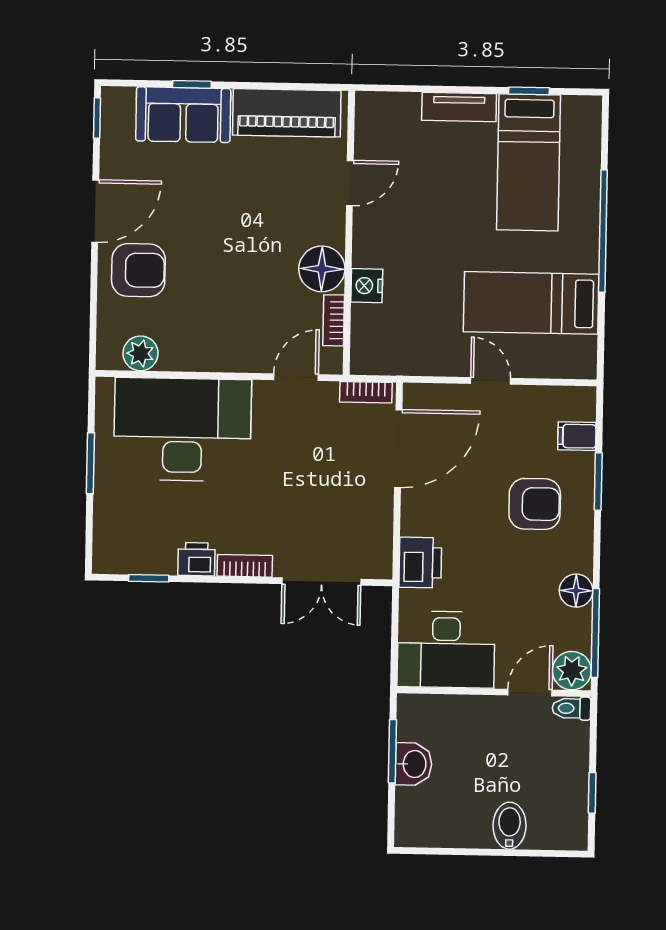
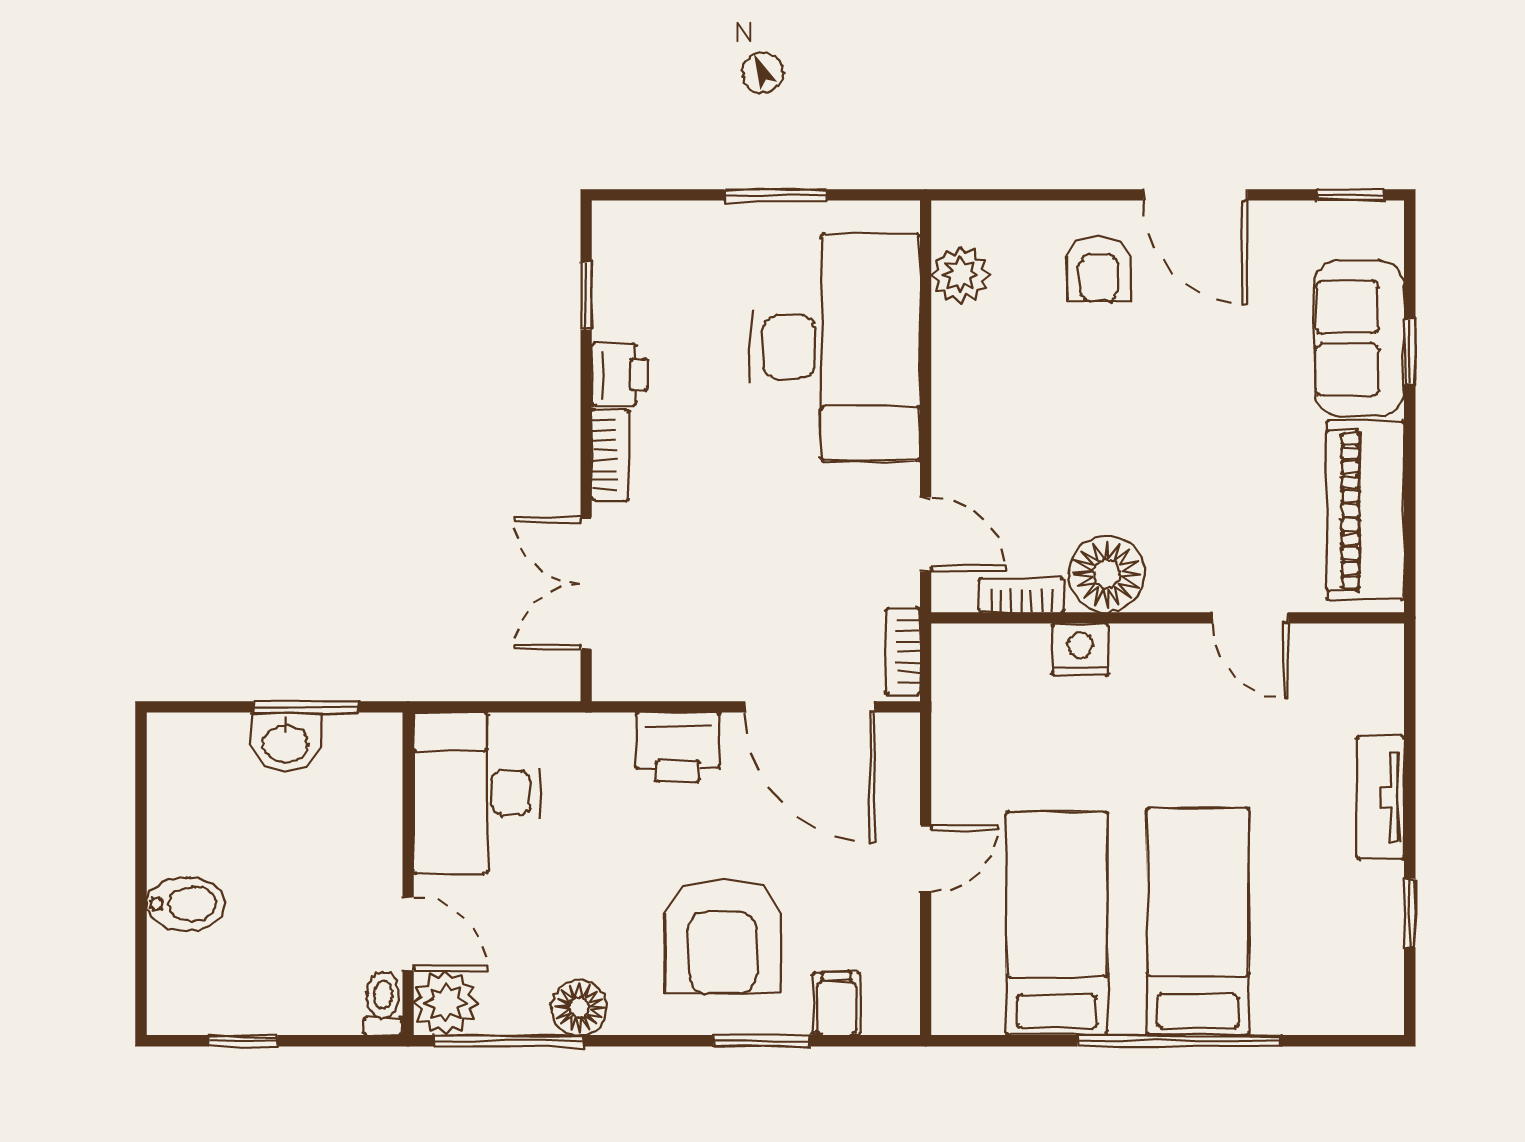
bed: (529, 162) -> (1198, 922), moved, turned 90
armchair: (138, 270) -> (1099, 269), width x0.72, depth x0.72
armchair: (535, 504) -> (722, 936), width x1.36, depth x1.36
printer: (420, 563) -> (678, 747), moved

